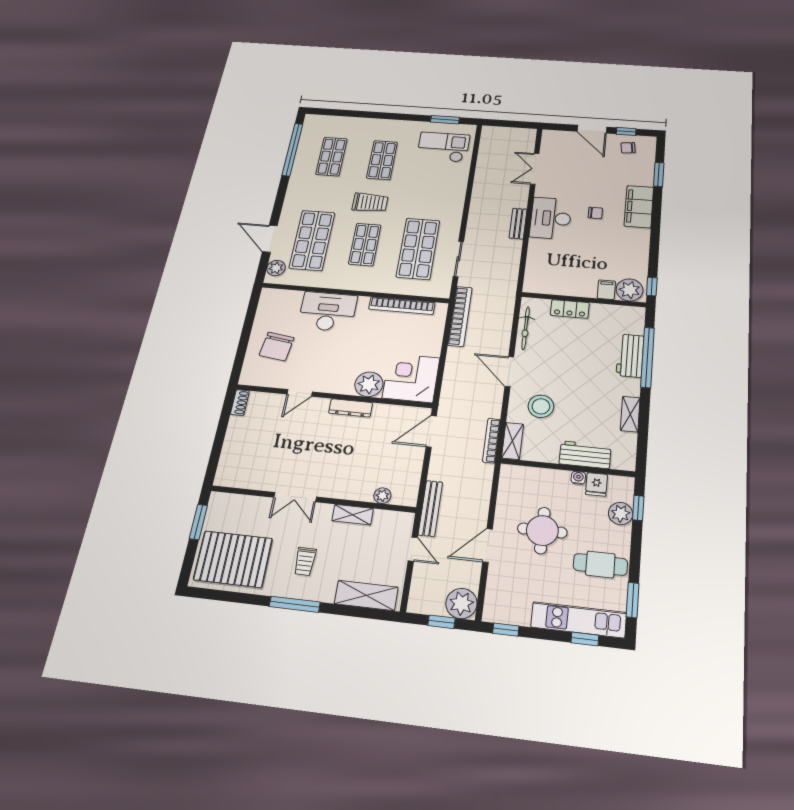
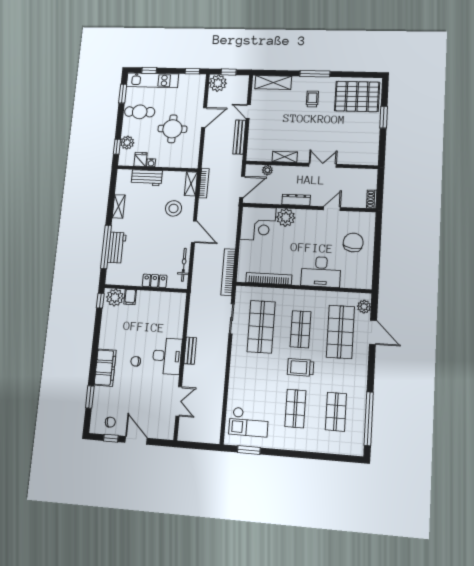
plant: (382, 496) -> (267, 170), moved
double door: (295, 497) -> (323, 165), moved
wall: (313, 499) -> (311, 165), moved
shelving: (353, 515) -> (285, 157), moved

